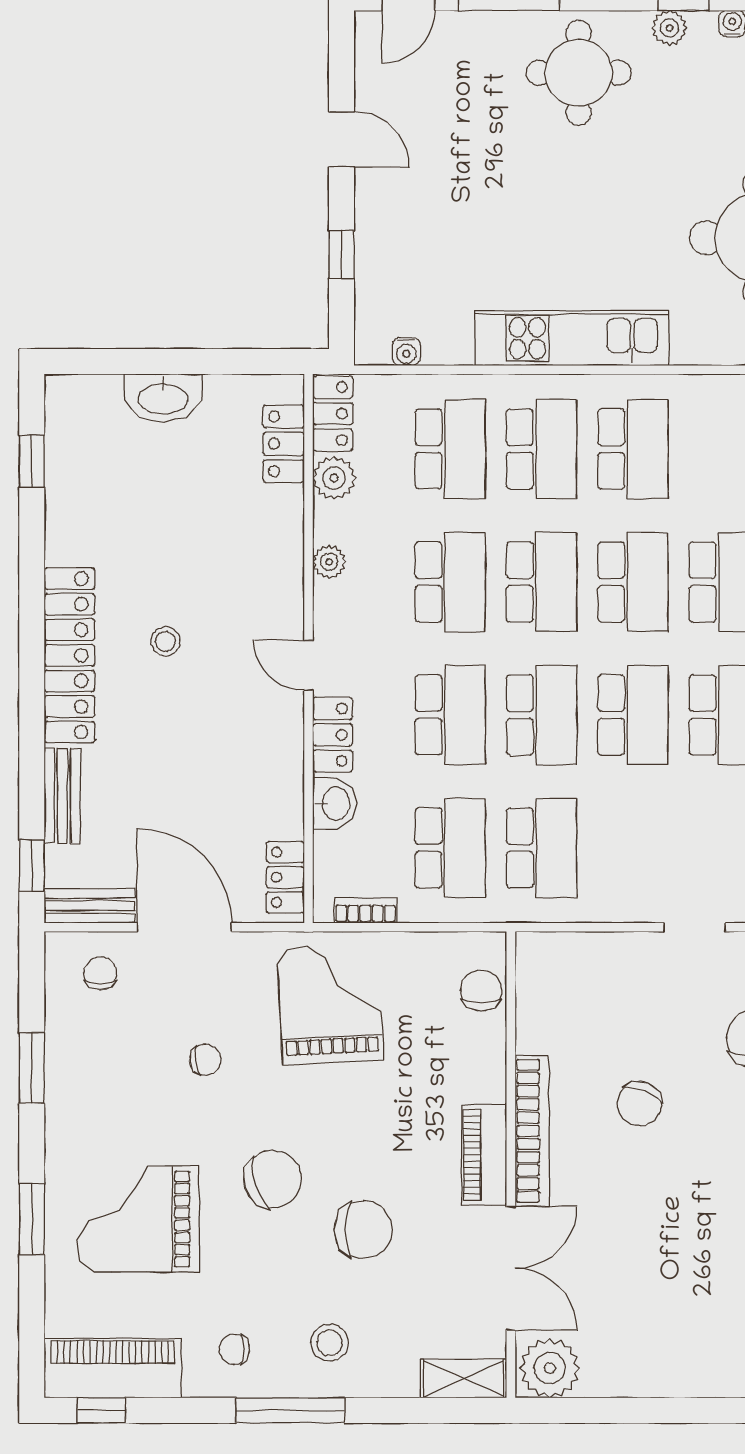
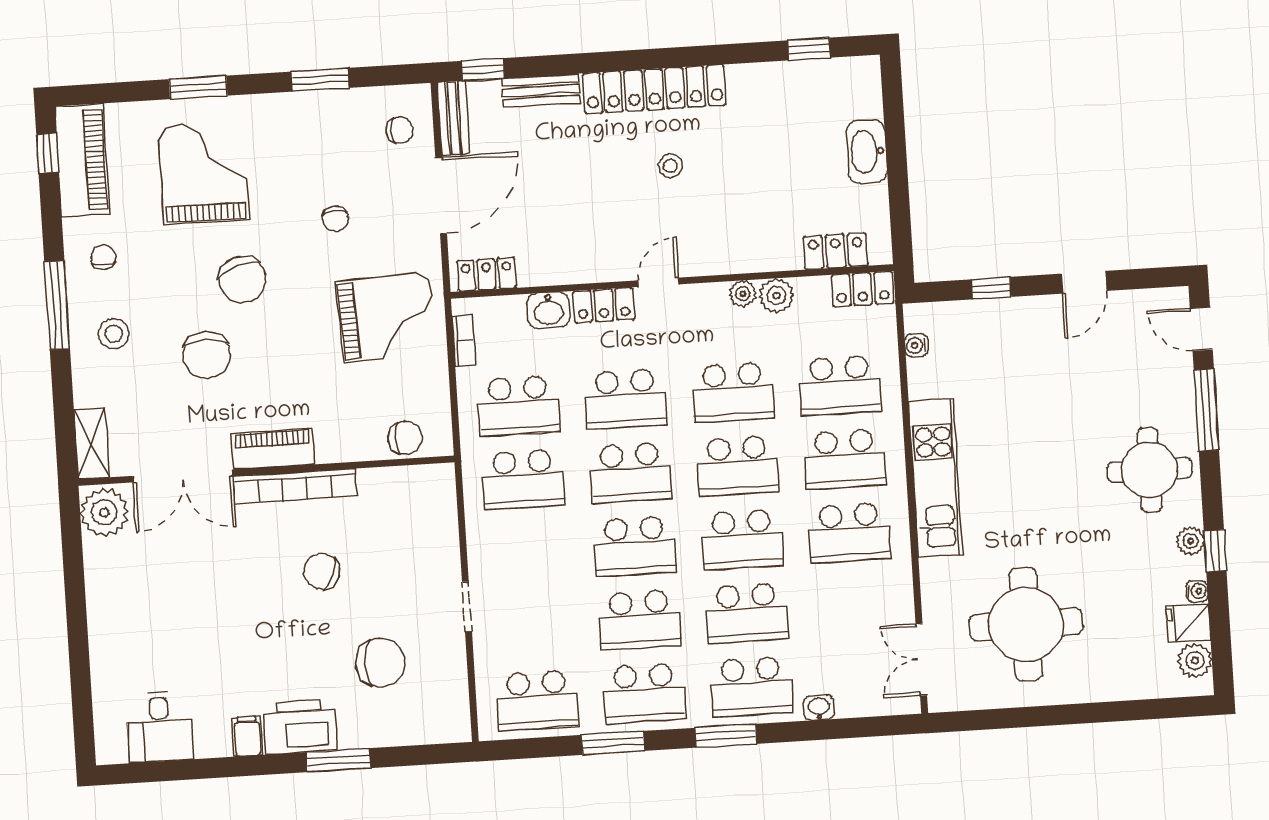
plant: (334, 478) -> (776, 296), moved

